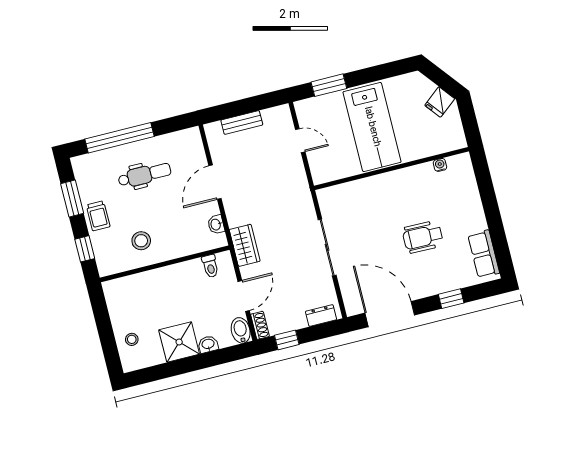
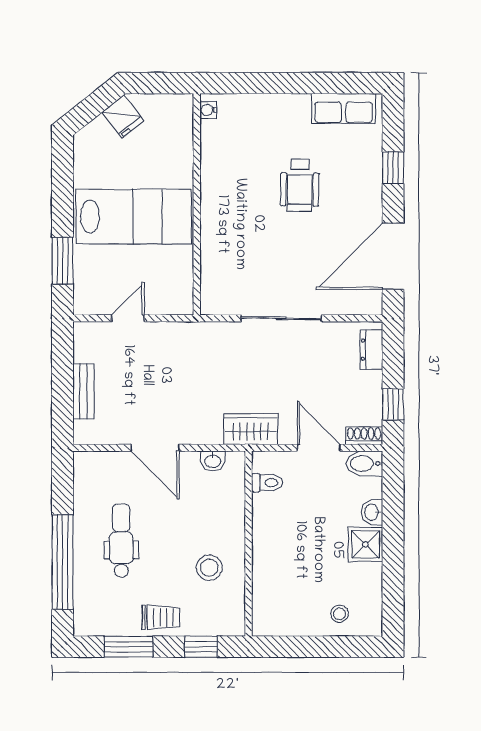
water cooler: (440, 165) -> (208, 110), moved
shower: (179, 342) -> (365, 544), width x0.73, depth x0.73

